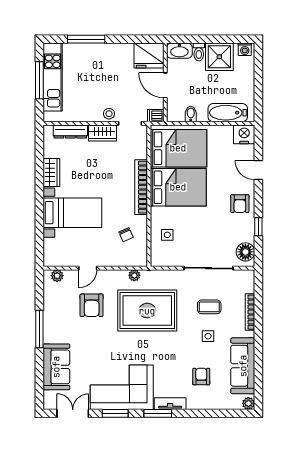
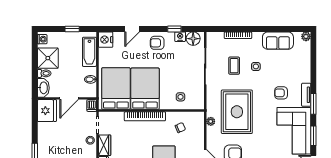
window: (258, 89) -> (72, 29), added
armchair: (240, 204) -> (157, 43), turned 180
nightstand: (248, 234) -> (180, 37), added
sofa: (243, 366) -> (278, 41), width x0.73
armchair: (201, 377) -> (281, 93), moved

